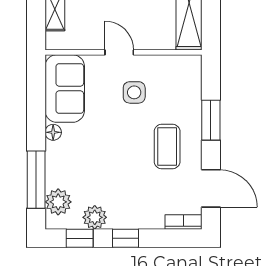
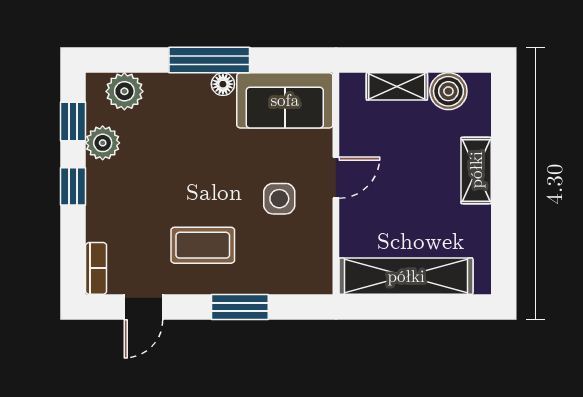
window: (36, 180) -> (209, 60), moved
door: (211, 188) -> (144, 307), width x0.73

